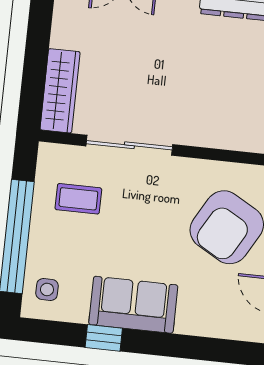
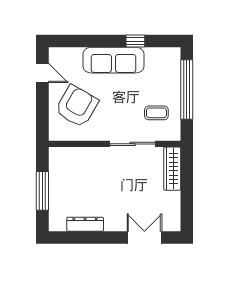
side table: (47, 289) -> (168, 63), removed
sofa: (133, 305) -> (113, 60), width x1.36

